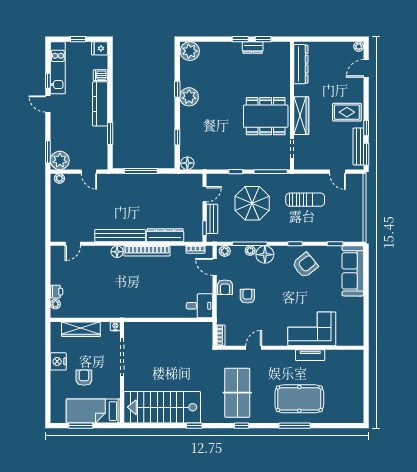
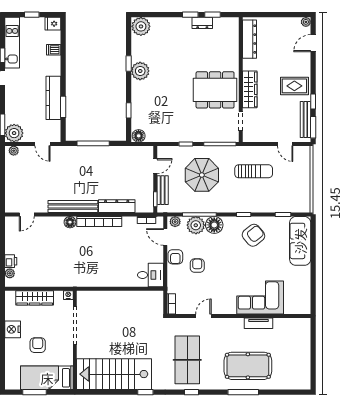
kitchen counter: (100, 104) -> (53, 98), moved
plant: (250, 251) -> (196, 225), width x1.88, depth x1.88

